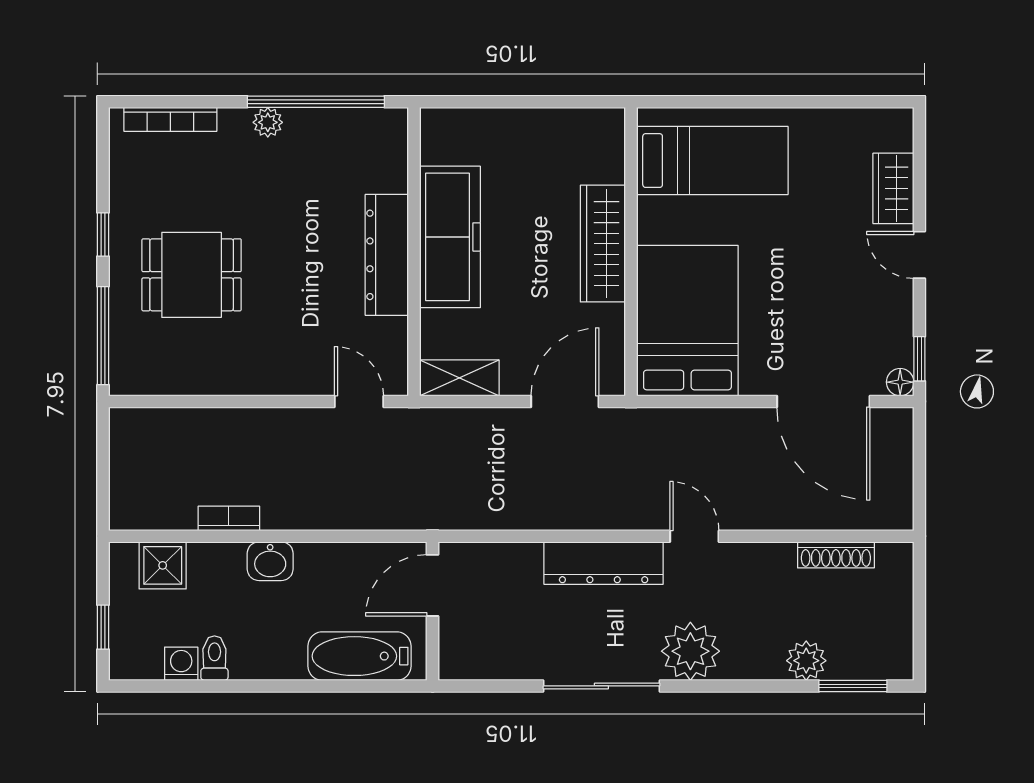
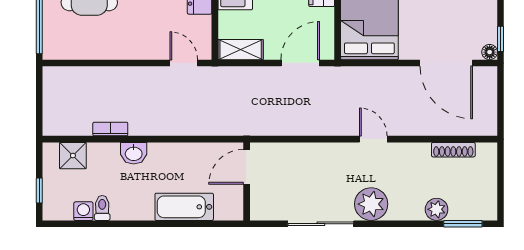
dresser: (604, 563) -> (322, 154), removed
door: (433, 585) -> (247, 167), moved
wall: (433, 611) -> (247, 181), moved

